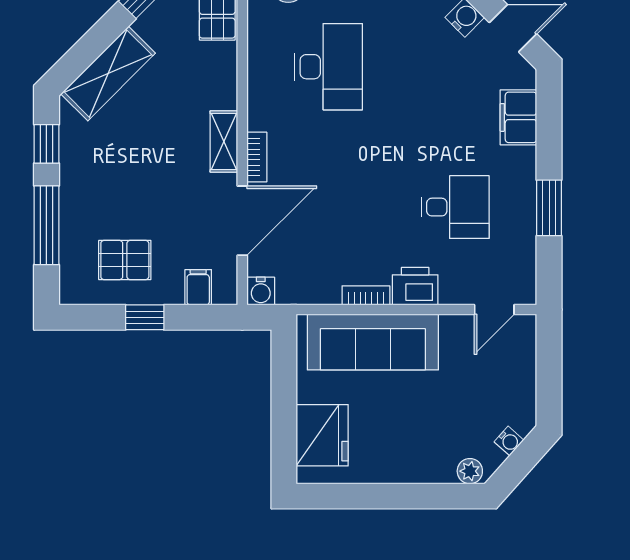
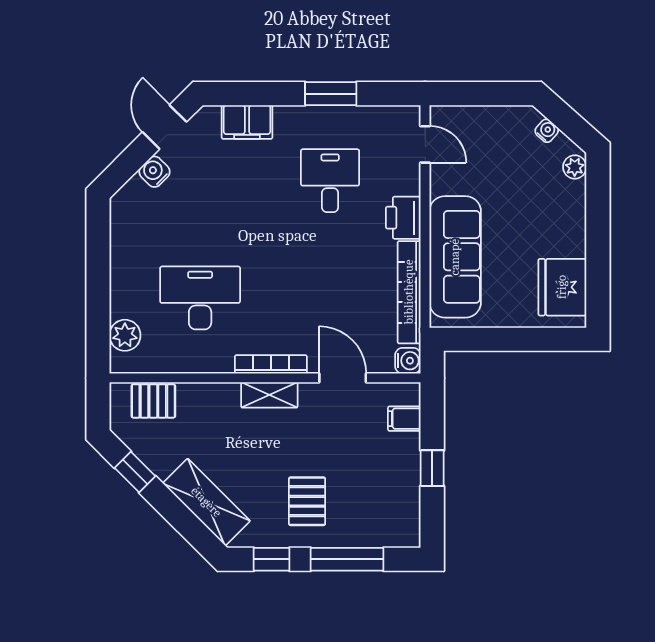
bookcase: (257, 157) -> (271, 364), width x1.56
door: (242, 221) -> (343, 378), width x0.73
pallet: (125, 260) -> (307, 501), moved
bookcase: (366, 295) -> (409, 292), width x2.31, depth x1.31
fridge: (322, 435) -> (562, 287), moved, turned -90

